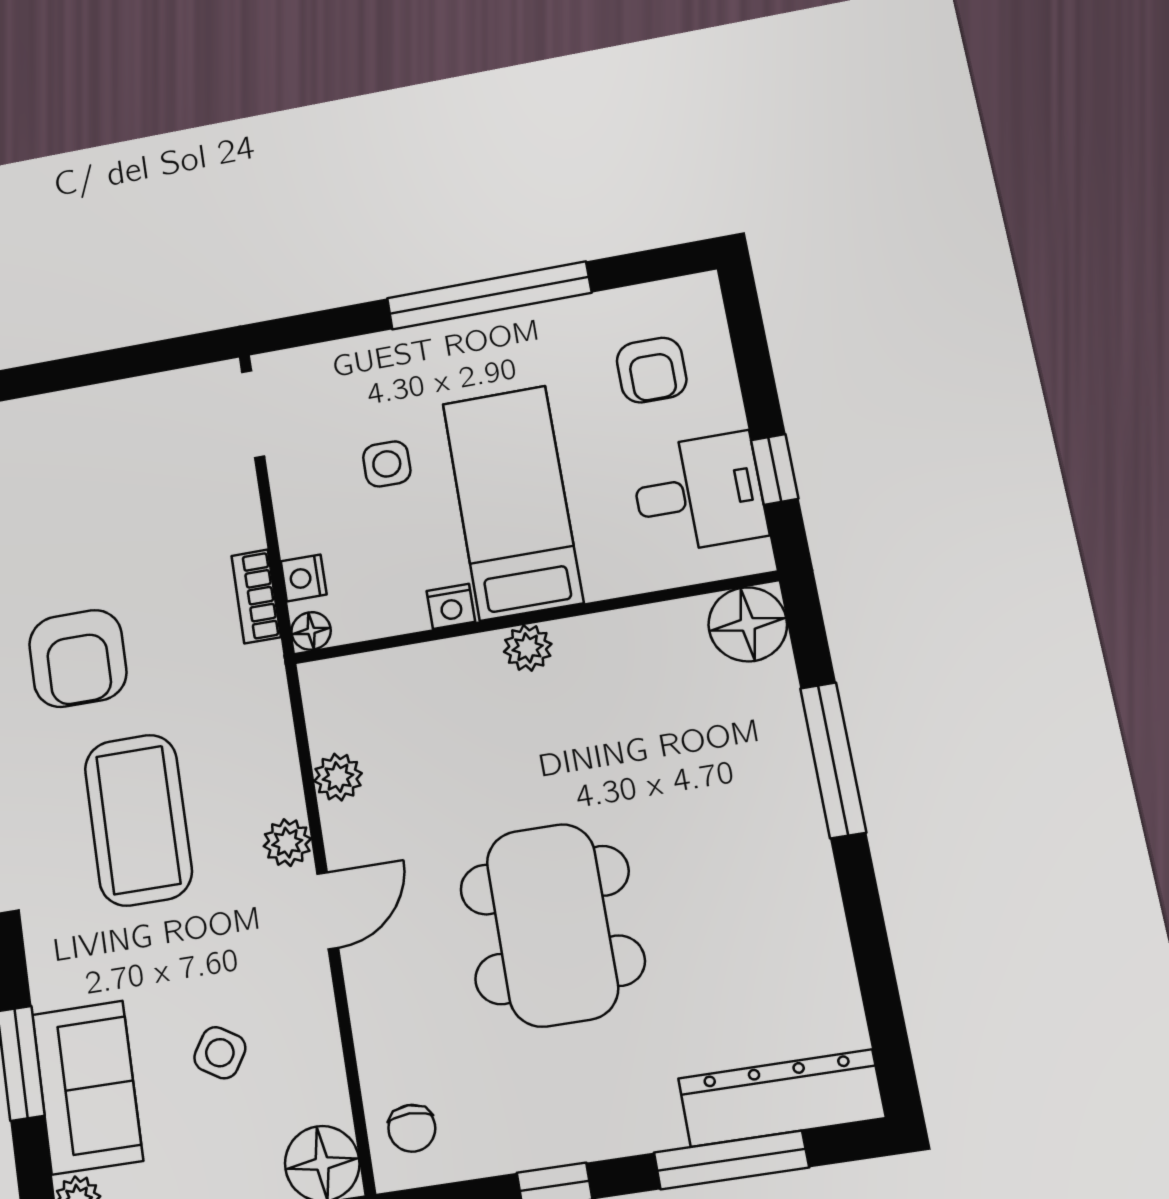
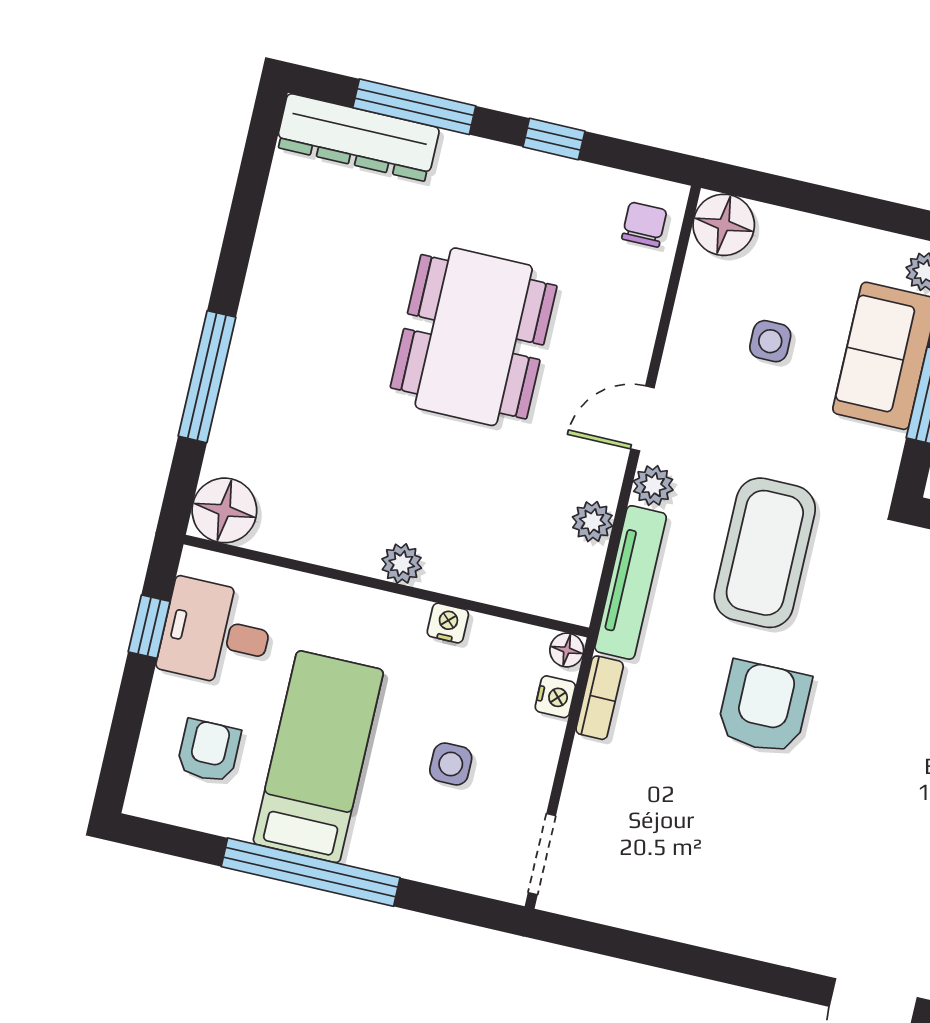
bed: (513, 503) -> (318, 757), moved, turned 180
tv unit: (271, 730) -> (631, 582), added
side table: (220, 1053) -> (770, 341), turned -32

